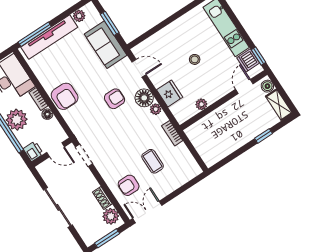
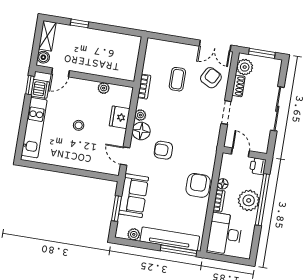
doorway: (84, 155) -> (226, 112), moved
armchair: (129, 185) -> (211, 78), turned -62

